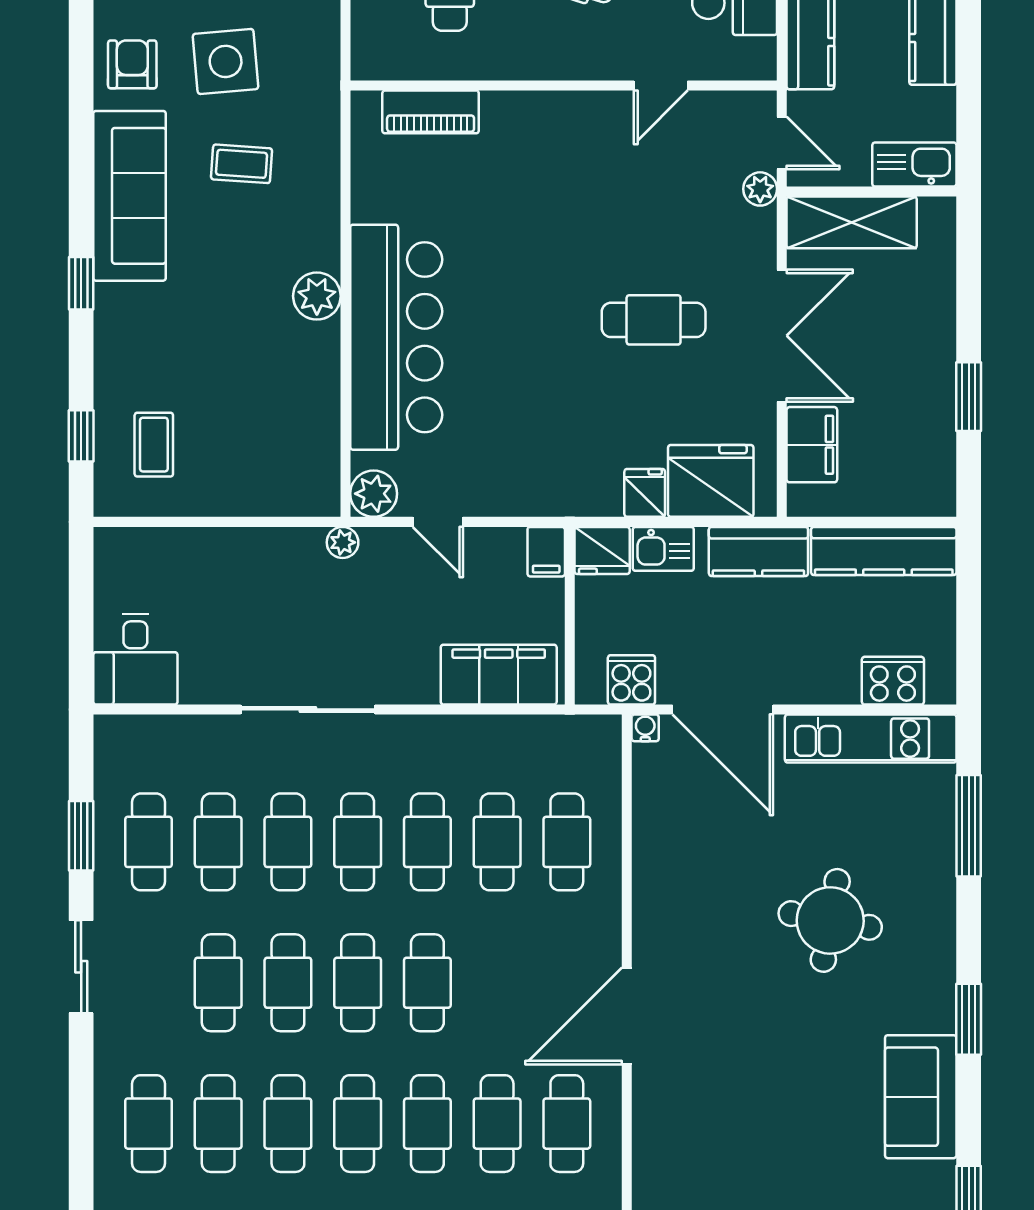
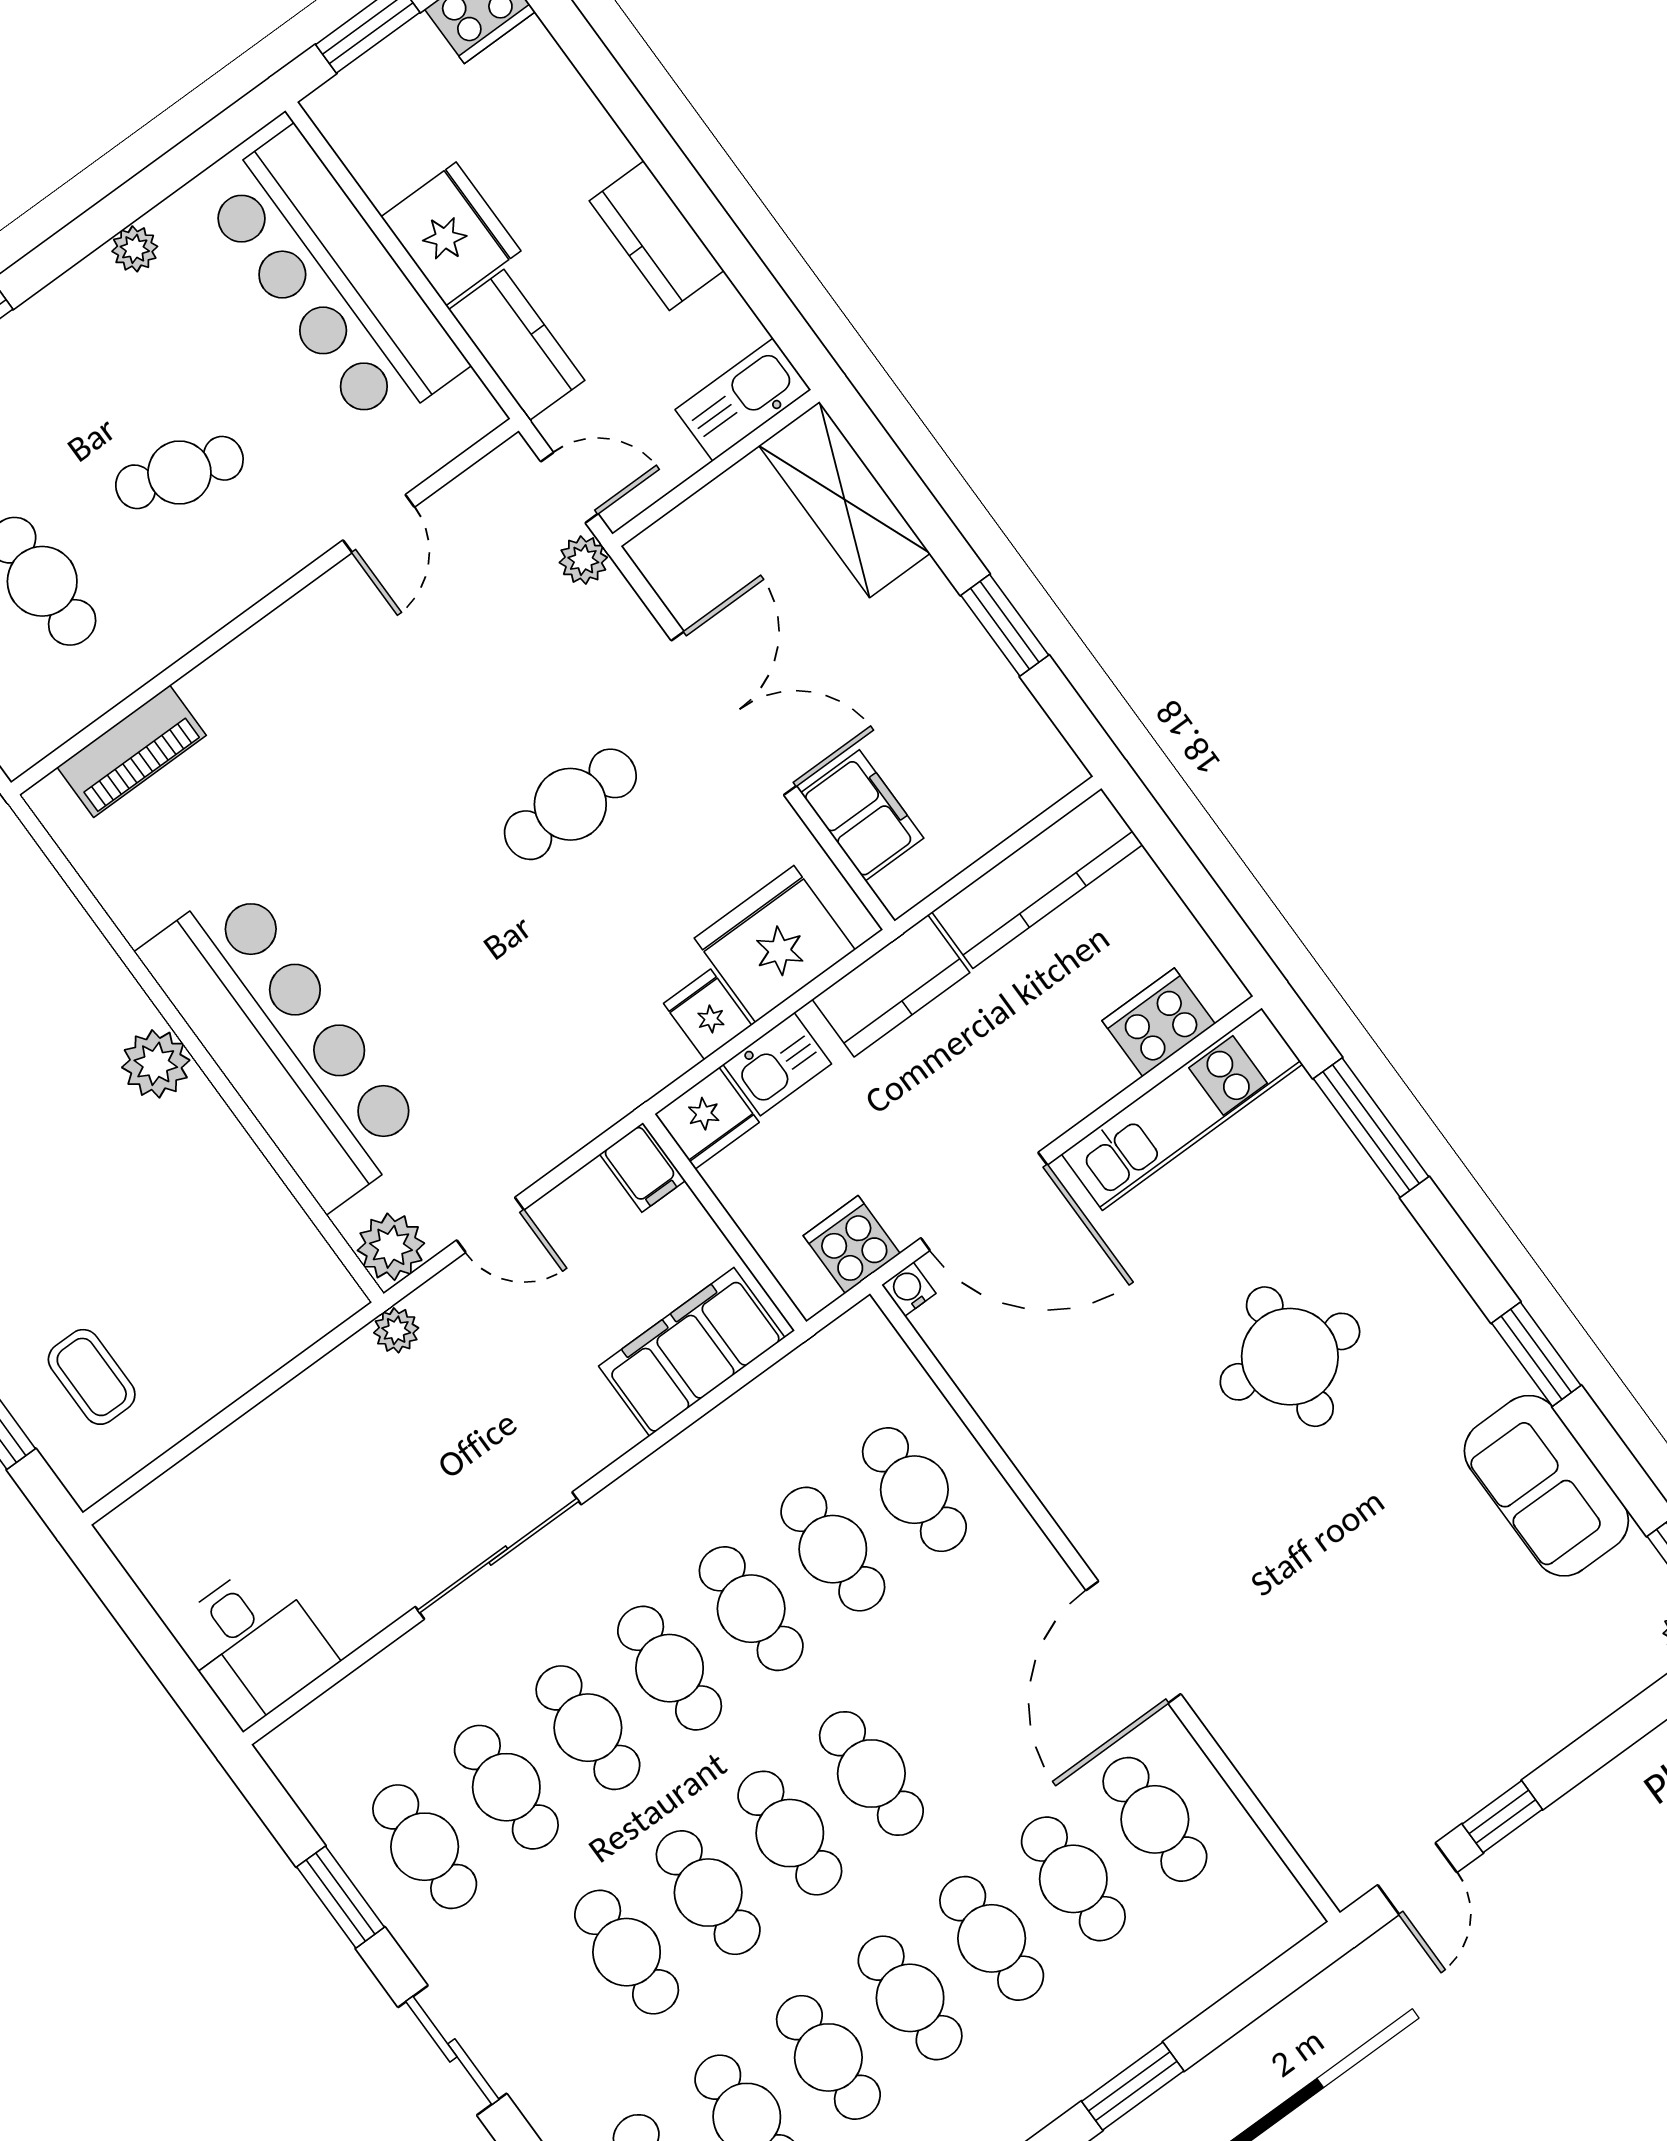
shelving: (852, 222) -> (844, 500), moved, turned 90

